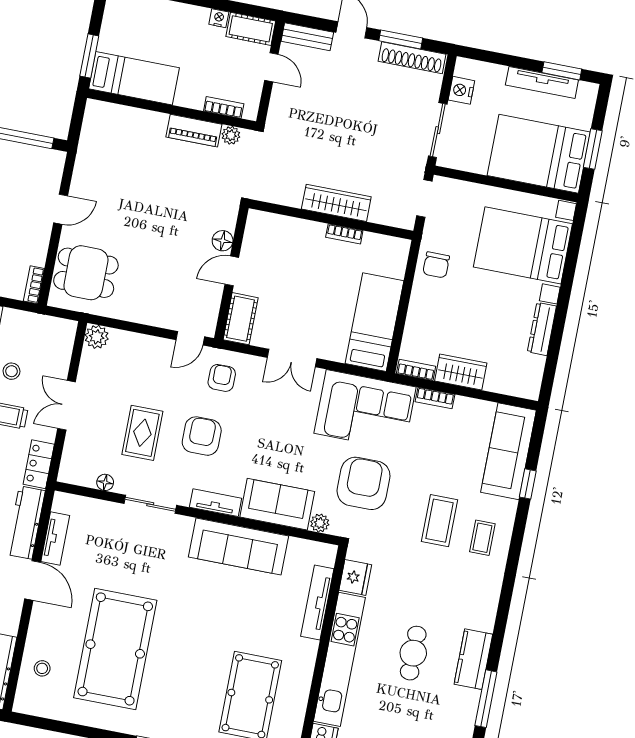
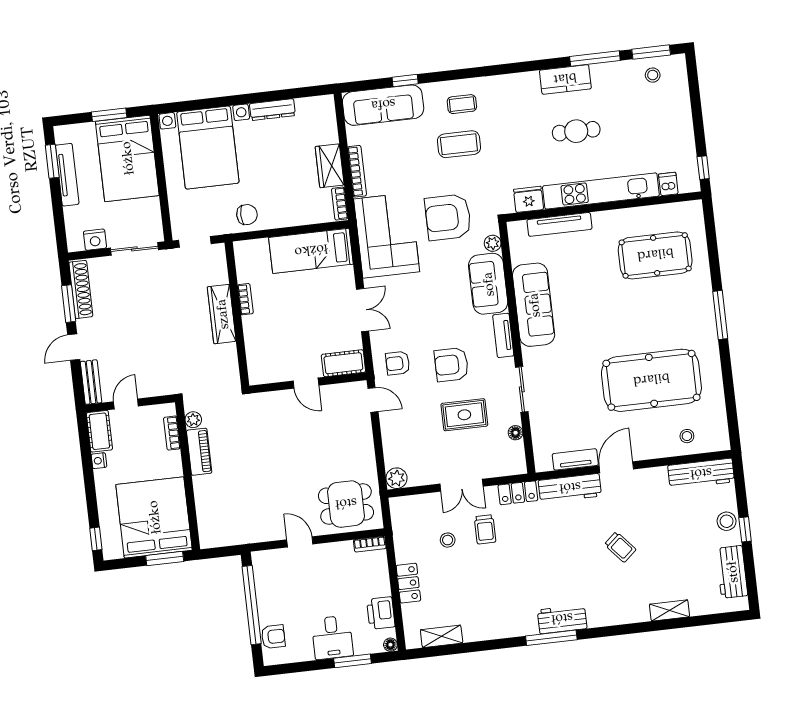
bed: (134, 78) -> (154, 517), width x2.04
floor lamp: (223, 241) -> (283, 399), removed
dining table: (86, 273) -> (346, 504), turned 90
bookcase: (435, 398) -> (357, 171), width x1.56

